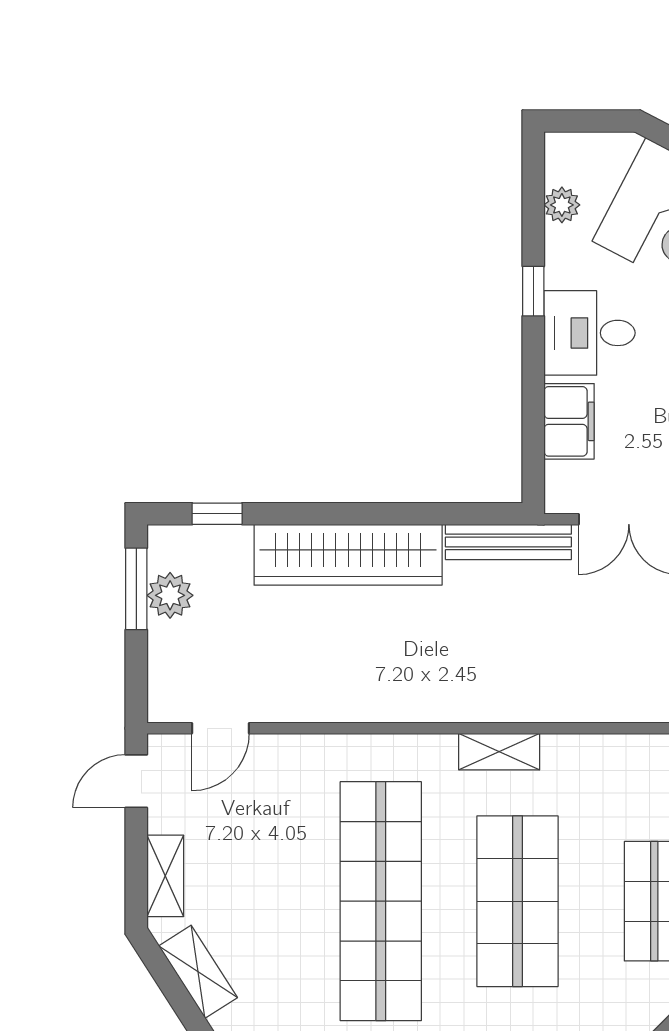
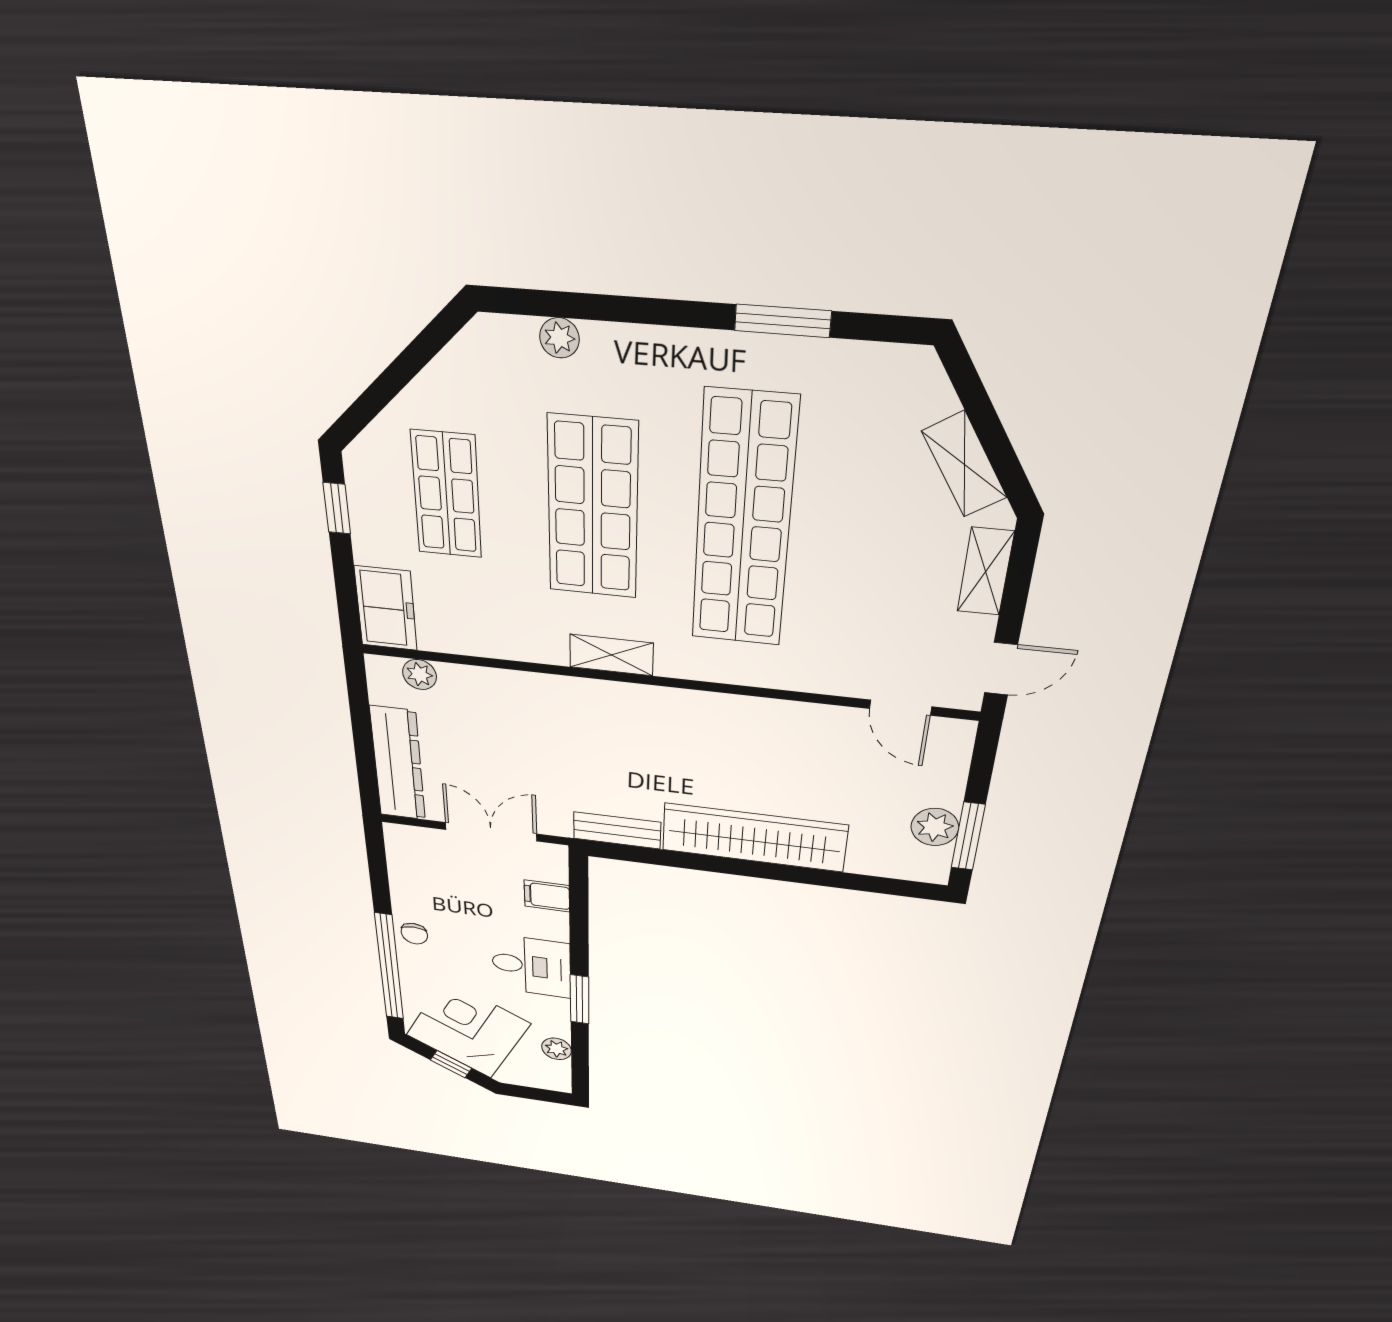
window: (533, 291) -> (580, 999), width x1.50
filing cabinet: (569, 421) -> (547, 896), width x0.50
window: (217, 514) -> (877, 885), removed
bench: (508, 542) -> (617, 830), width x0.73
door: (221, 728) -> (901, 708), swing flipped

